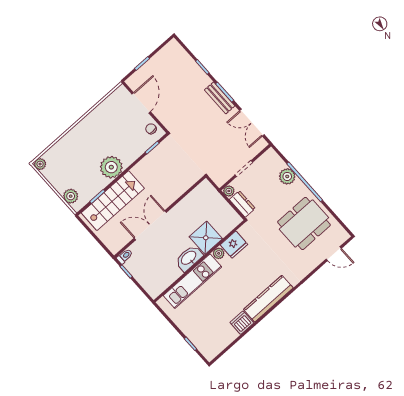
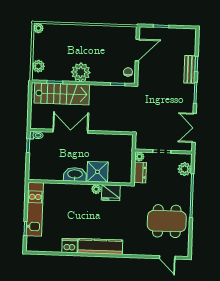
bench: (220, 98) -> (190, 69), moved
plant: (287, 176) -> (185, 169), moved
kitchen unit: (192, 281) -> (35, 209), moved, turned -90

